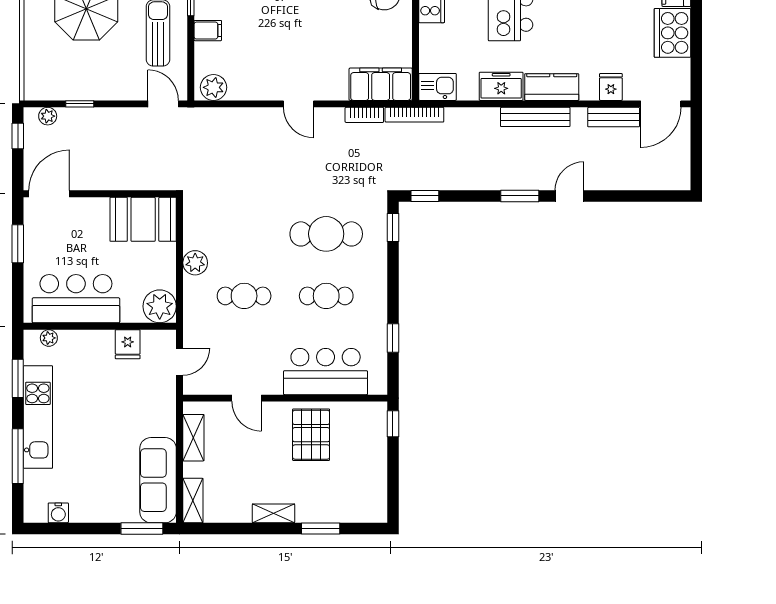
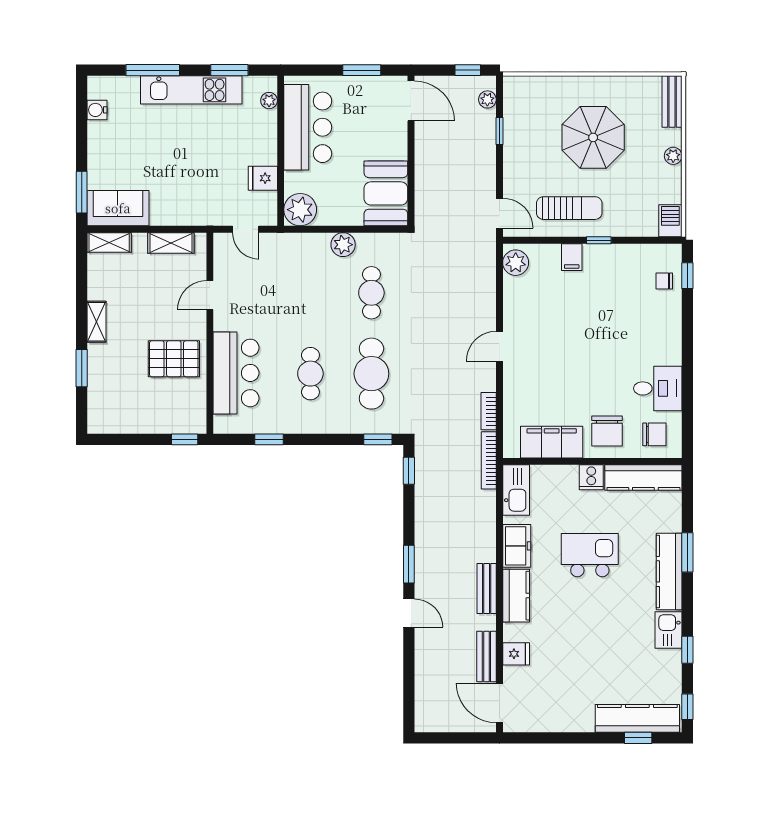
cooker: (672, 33) -> (569, 714), removed
filing cabinet: (381, 84) -> (552, 442), moved, turned -90
kitchen sink: (437, 87) -> (516, 490), width x1.38
door: (163, 104) -> (499, 213), hinge flipped
bench: (535, 117) -> (487, 589), width x0.73
cafe table: (244, 296) -> (371, 293), moved
sofa: (158, 480) -> (118, 208), width x0.73

